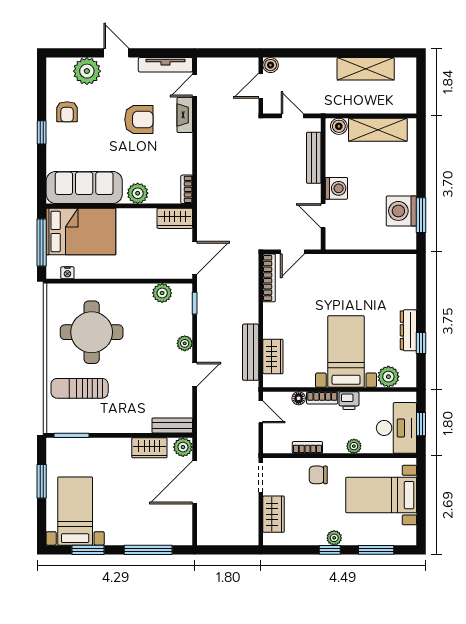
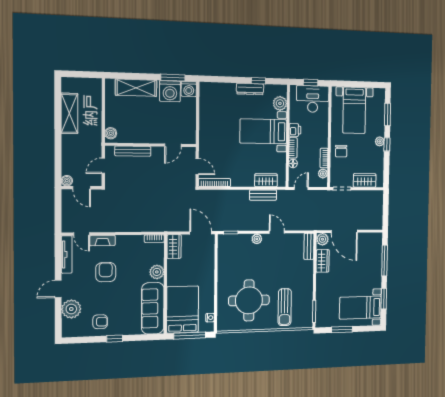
shelving: (378, 130) -> (136, 88), moved, turned 90
washing machine: (336, 188) -> (189, 89), moved, turned 180
plant: (162, 293) -> (224, 254), removed
bench: (251, 352) -> (263, 195), width x0.73
plant: (354, 446) -> (323, 174), moved

